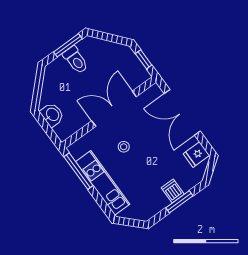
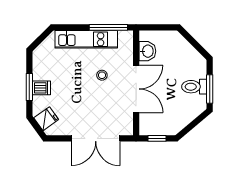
double door: (182, 112) -> (96, 138), swing flipped
washbasin: (52, 115) -> (147, 51), moved, turned -90
fridge: (196, 155) -> (46, 119), moved, turned 54

